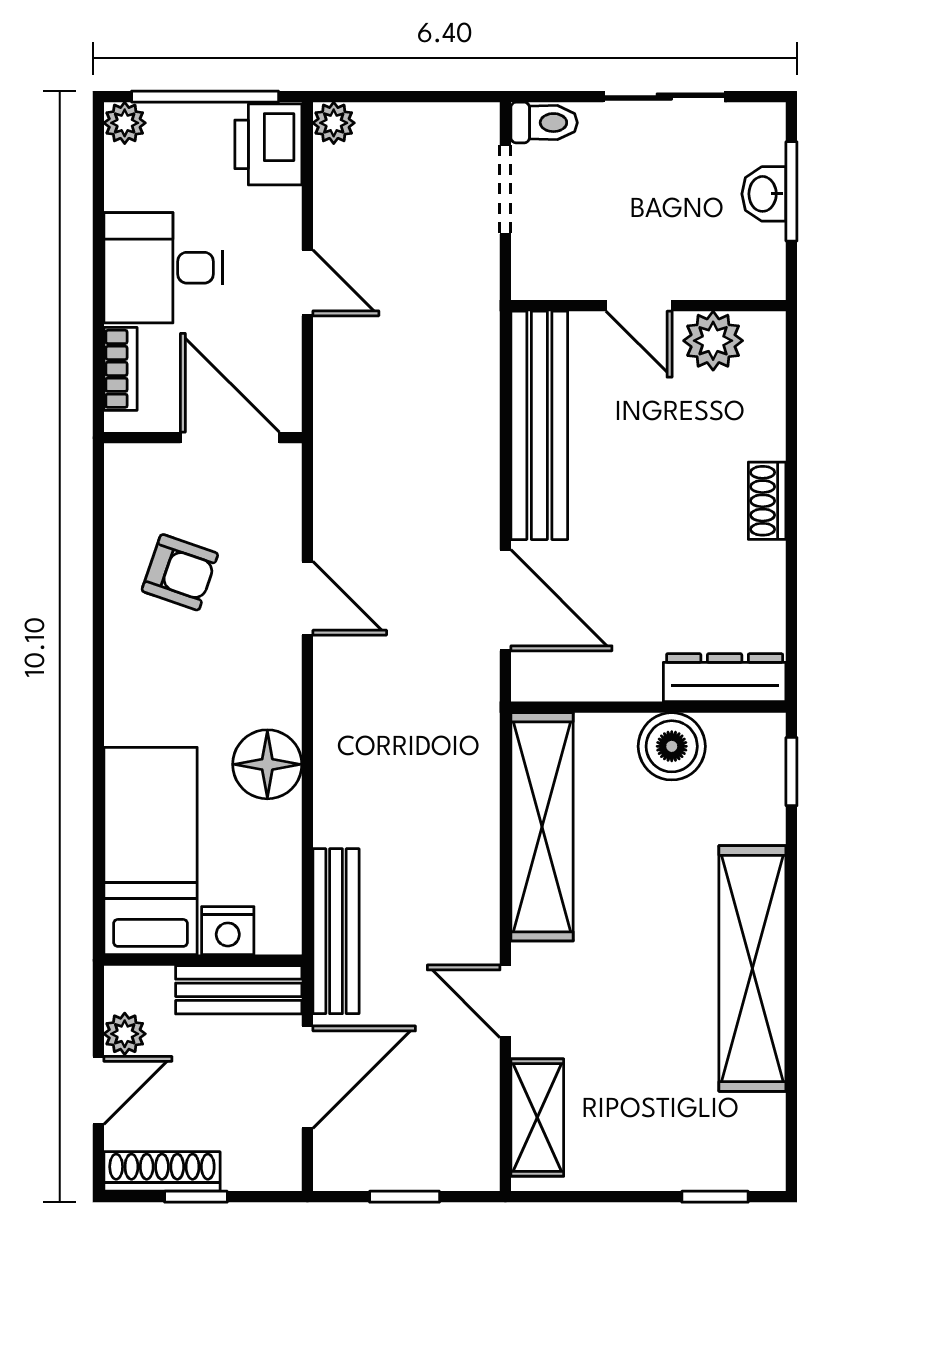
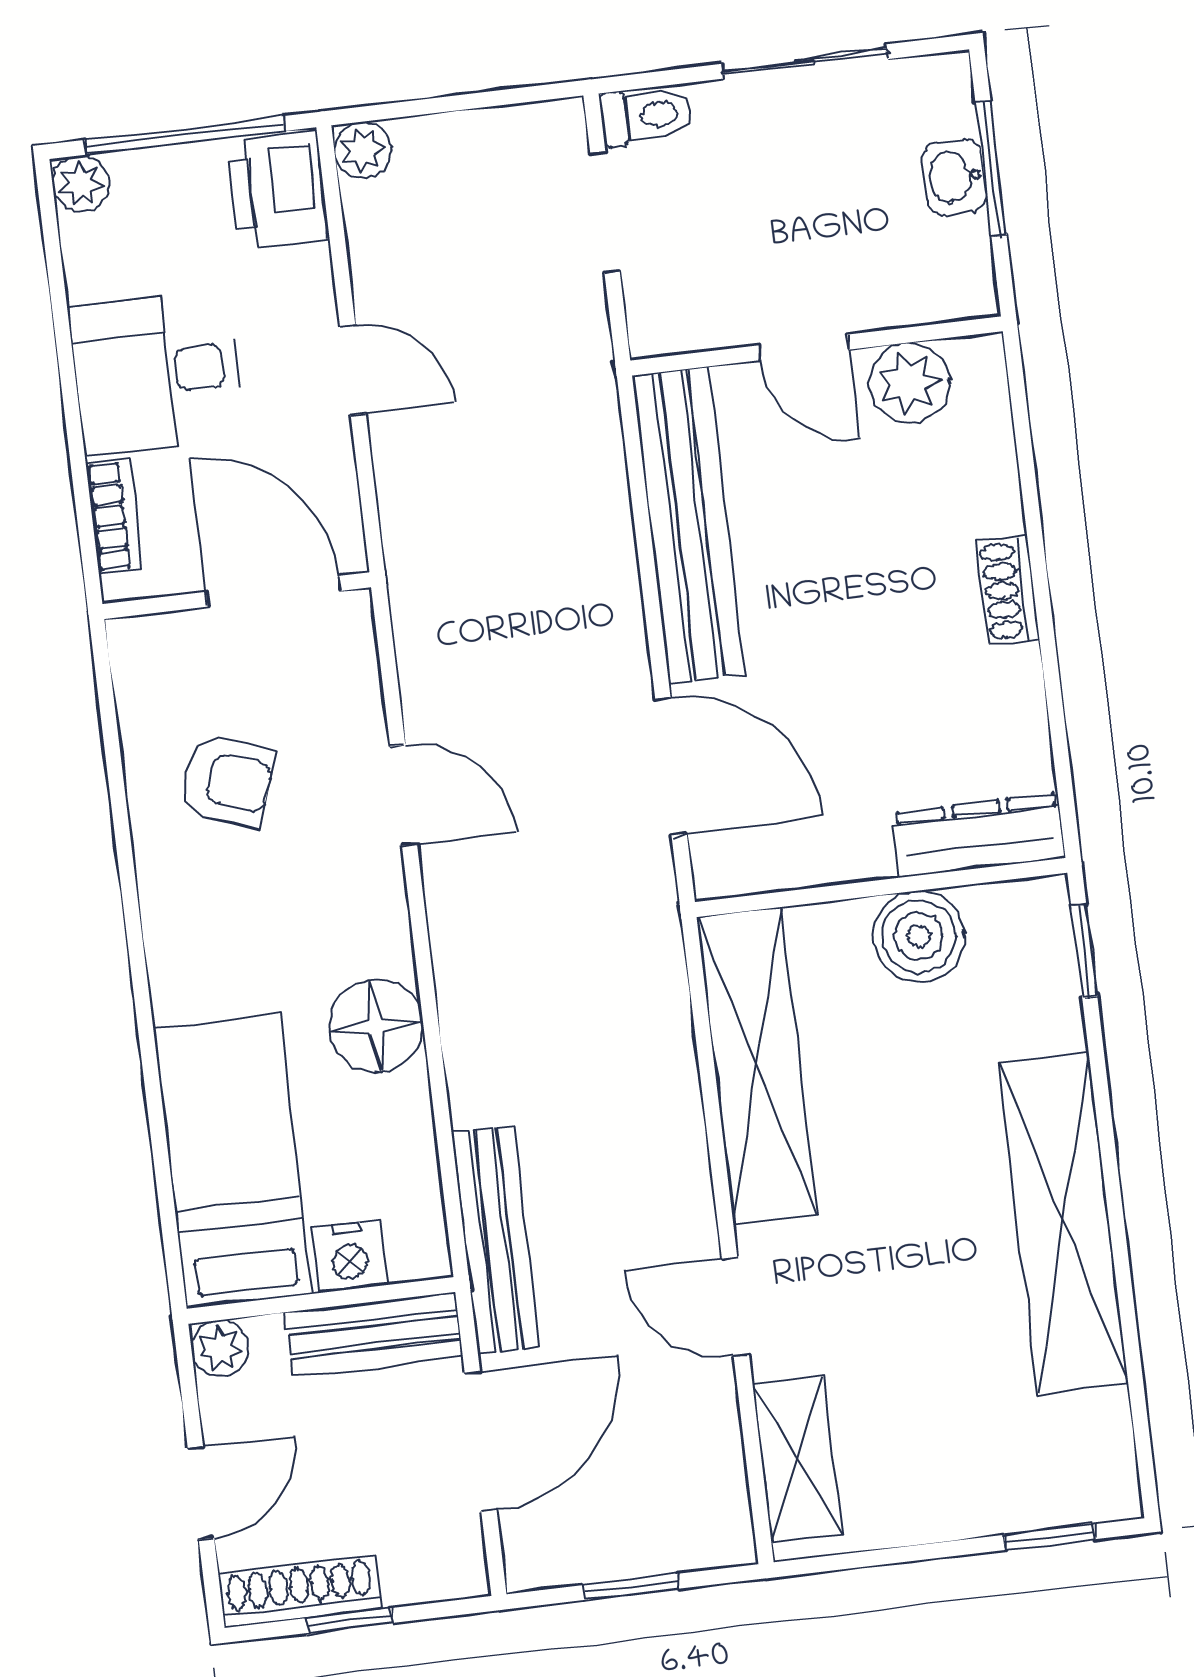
plant: (125, 1034) -> (220, 1348), moved

